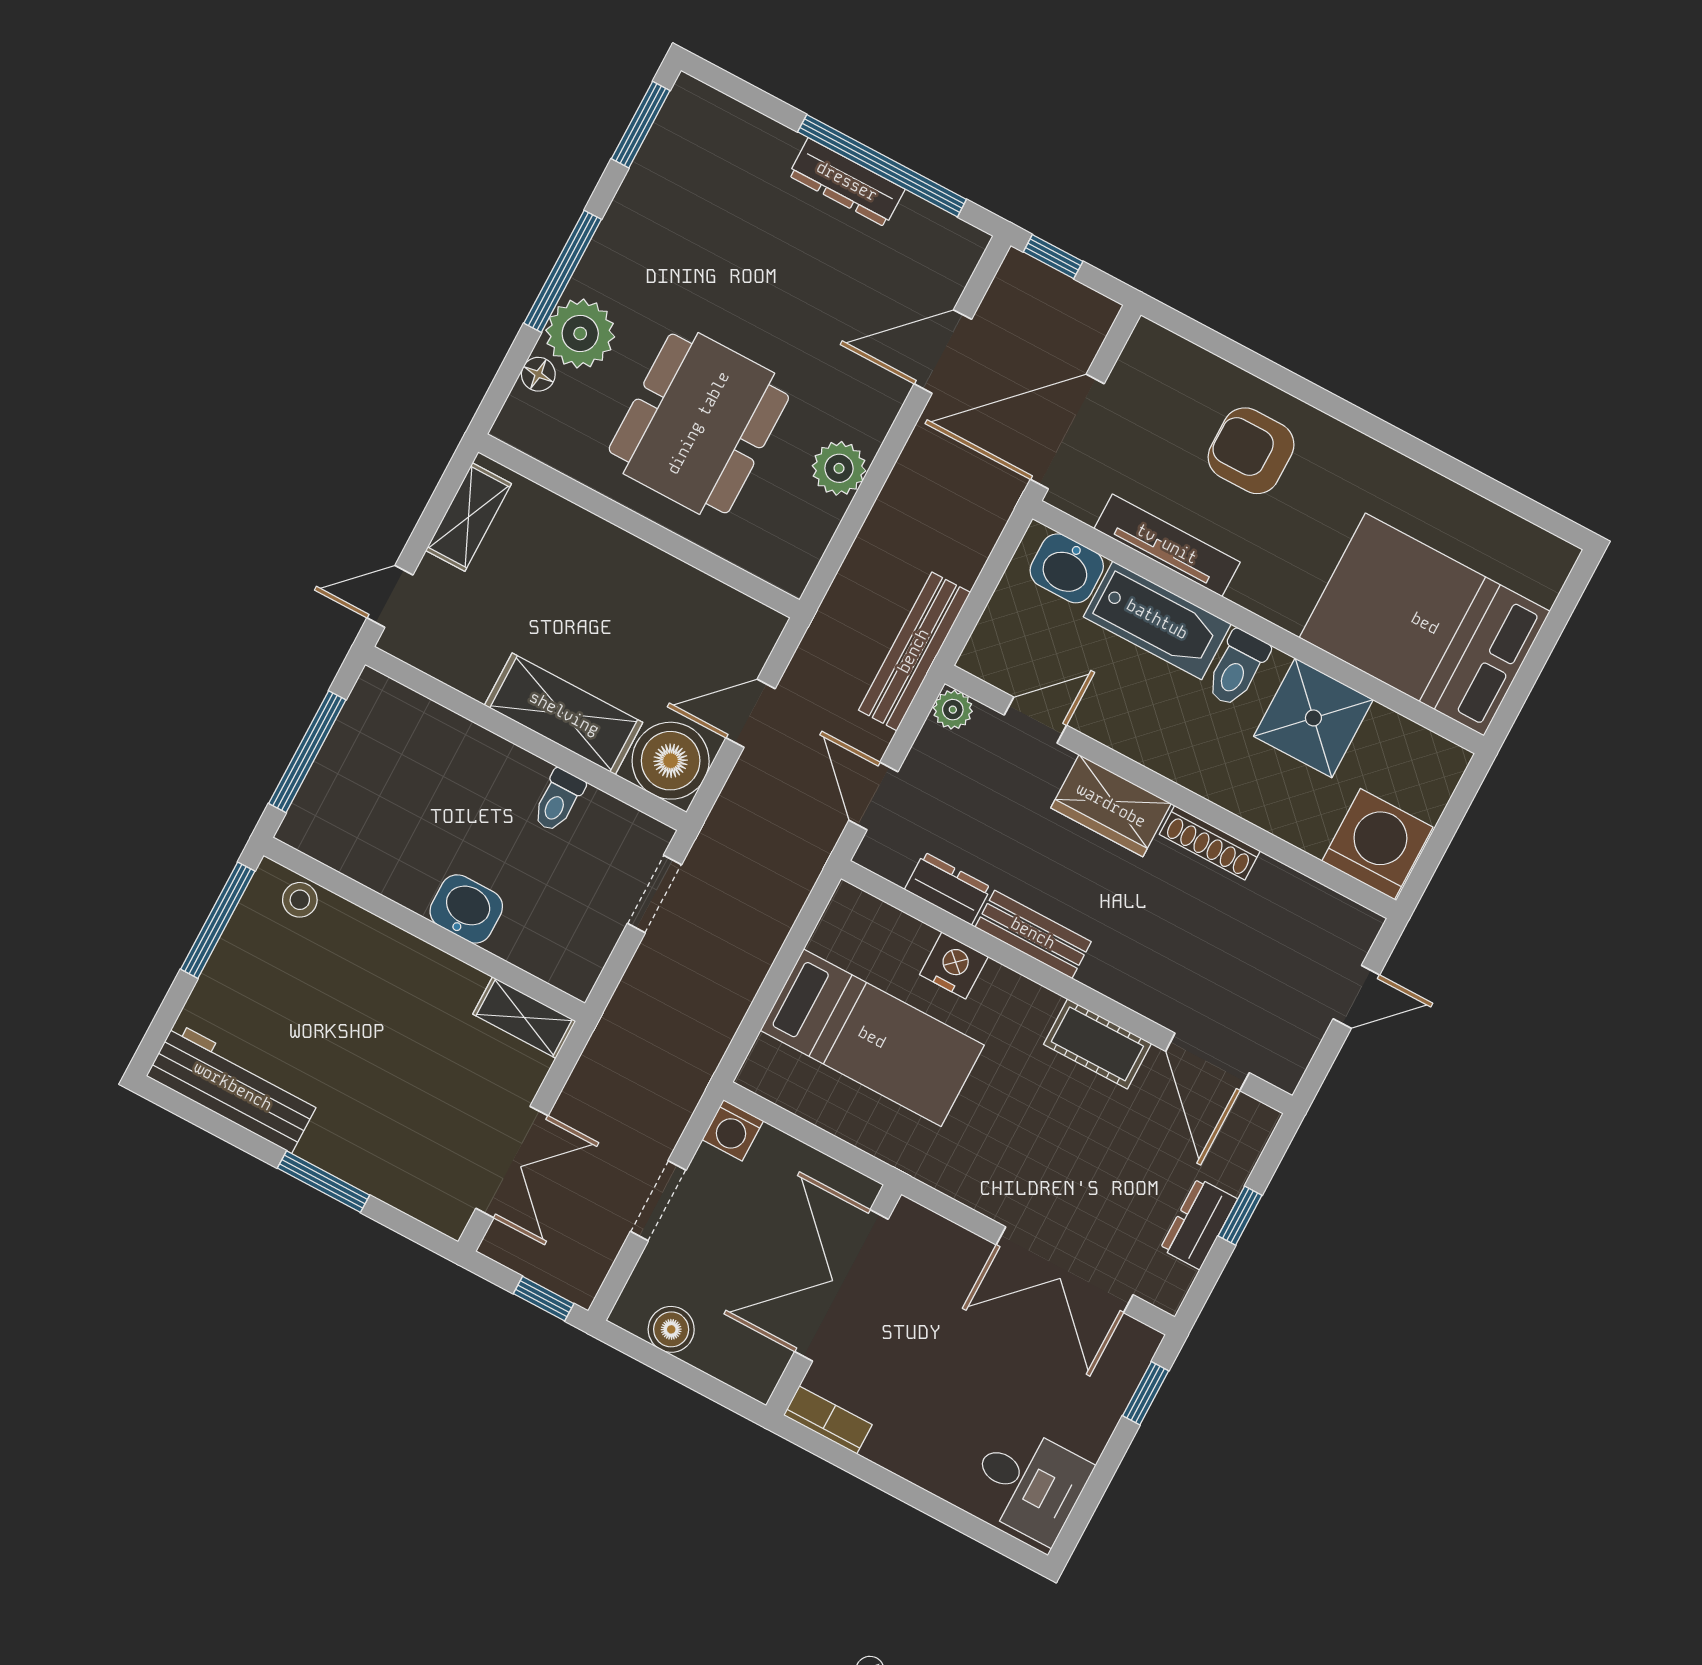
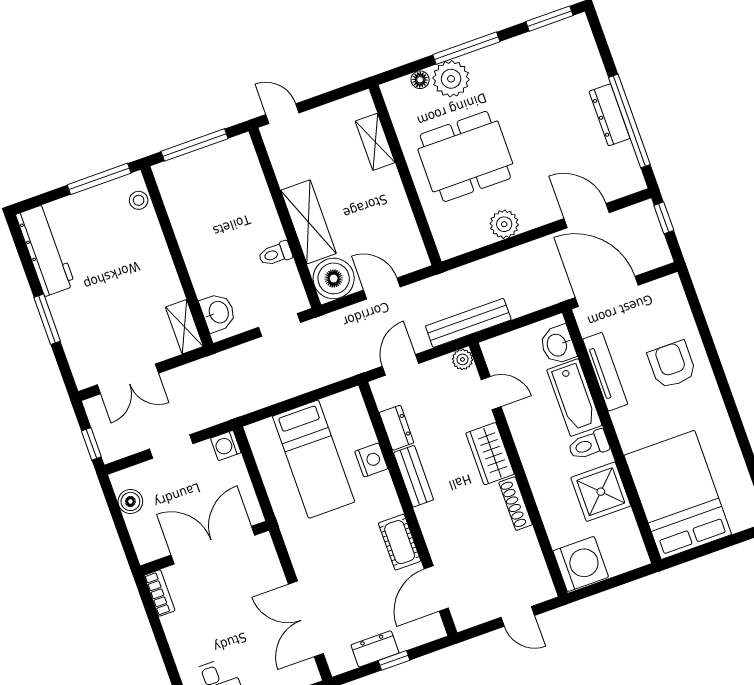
shelving: (469, 517) -> (375, 142), moved, turned 90
washbasin: (466, 909) -> (218, 312), moved

